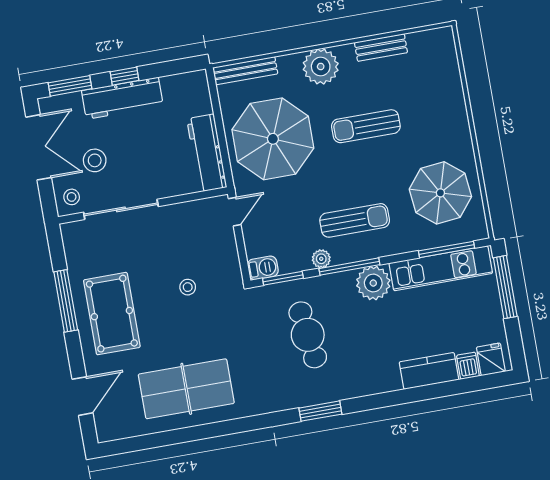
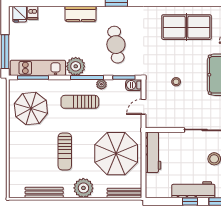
bench: (381, 48) -> (44, 192), width x1.36
sun lounger: (366, 126) -> (65, 152), turned 90
door: (235, 212) -> (144, 107), moved
kitchen counter: (429, 371) -> (81, 14), moved

